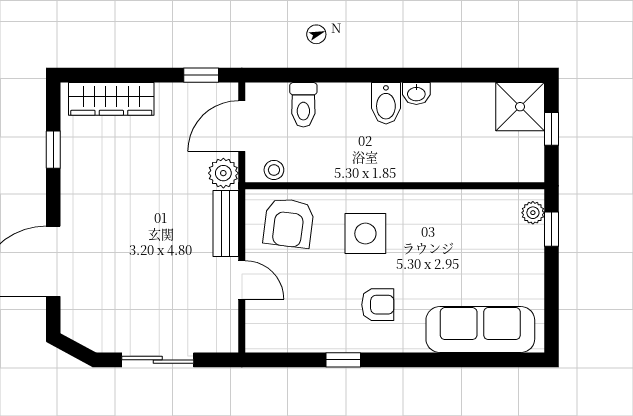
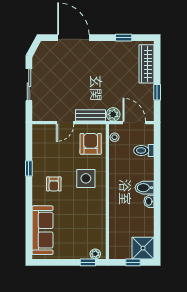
window: (201, 75) -> (157, 92), moved
armchair: (289, 223) -> (91, 144), turned 83

